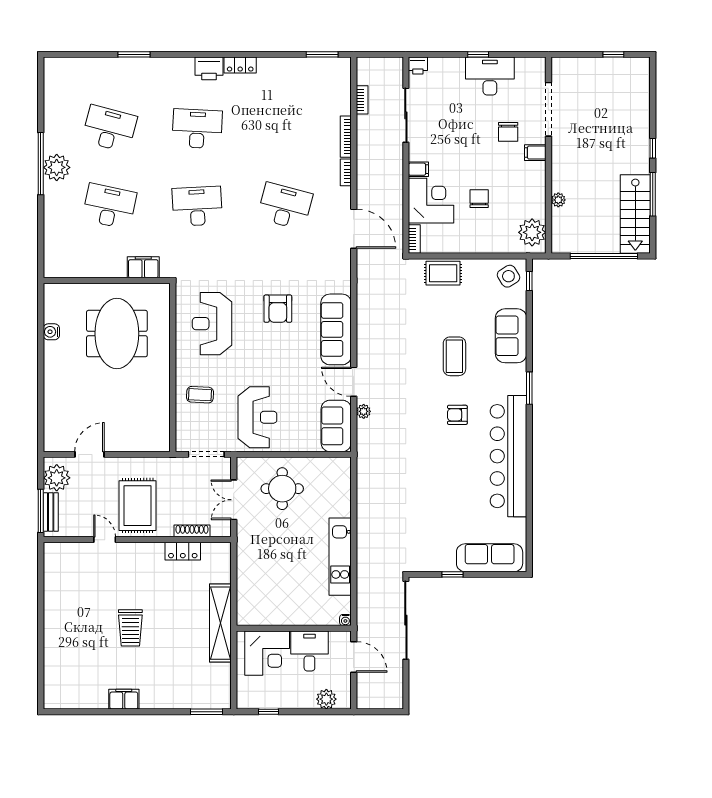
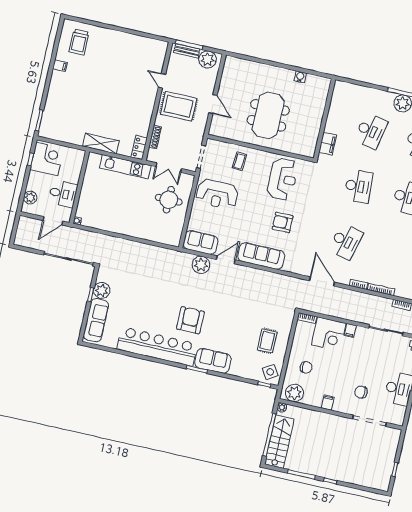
filing cabinet: (535, 153) -> (328, 403), moved
chair: (479, 199) -> (306, 367), moved
plant: (558, 200) -> (282, 408), moved
stairs: (635, 214) -> (279, 442), moved, turned 90
door: (354, 229) -> (322, 281), swing flipped
rug: (443, 273) -> (267, 341), moved
reception desk: (212, 324) -> (282, 179), turned 90
meeting table: (117, 334) -> (268, 115), moved, turned 90
sofa: (511, 336) -> (213, 361), moved
coffee table: (454, 356) -> (228, 327), removed
plant: (364, 411) -> (201, 265), width x1.87, depth x1.87
armchair: (457, 415) -> (190, 320), width x1.88, depth x1.88
door: (89, 454) -> (213, 104), moved
double door: (234, 500) -> (169, 168), swing flipped
door: (105, 540) -> (162, 81), swing flipped
locker: (183, 551) -> (139, 148), moved
kitchen unit: (340, 557) -> (125, 167), moved, turned 180
plant: (443, 559) -> (102, 290), added
shelving: (220, 623) -> (101, 144), width x0.68
trolley: (130, 628) -> (79, 42), moved, turned -90
corner desk: (267, 653) -> (47, 159), moved, turned 180
filing cabinet: (124, 699) -> (60, 66), width x0.50

